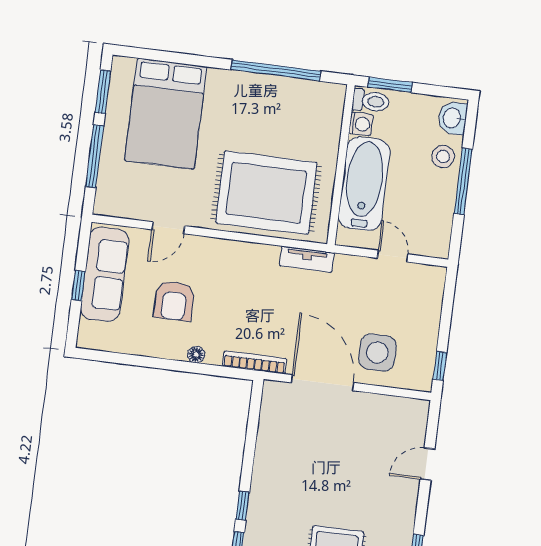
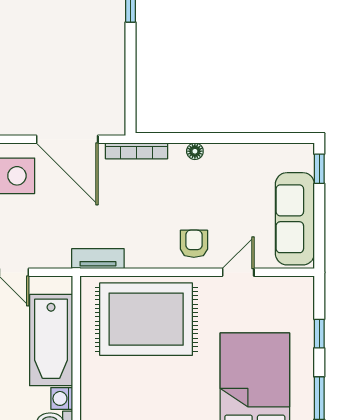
window: (95, 156) -> (319, 334), width x0.46
window: (78, 286) -> (319, 169), moved
armchair: (174, 301) -> (194, 244), moved, width x0.72, depth x0.72

